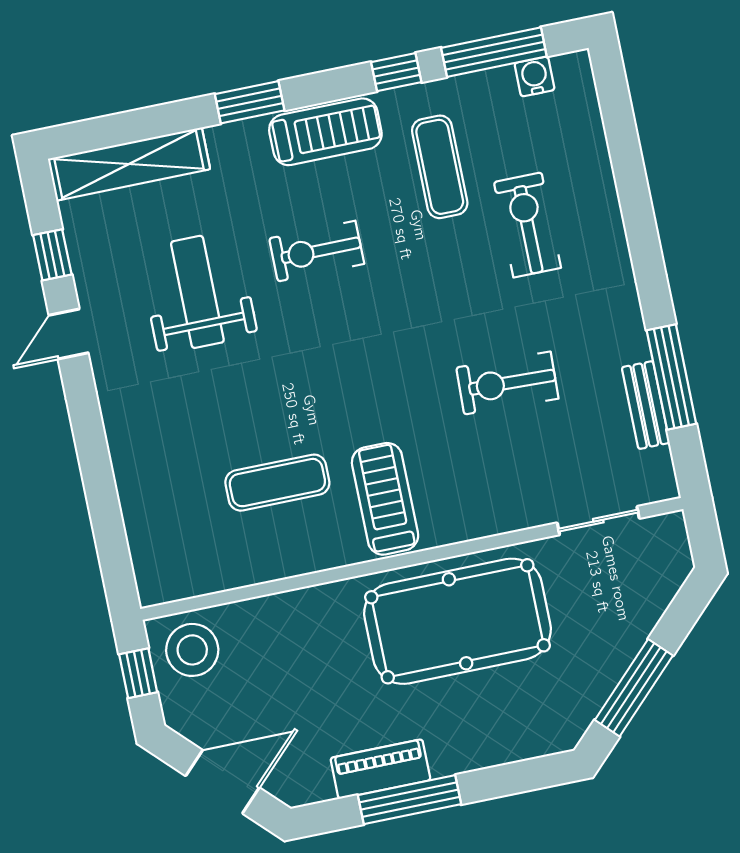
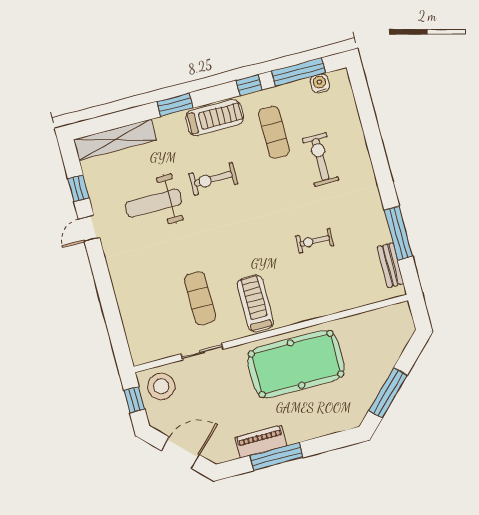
weight bench: (197, 292) -> (154, 203), turned -90
exercise bike: (507, 383) -> (315, 241), width x0.73, depth x0.72
bench: (646, 405) -> (391, 265), moved
exercise mat: (277, 483) -> (200, 298), turned 90
sliding door: (598, 521) -> (202, 352), moved

